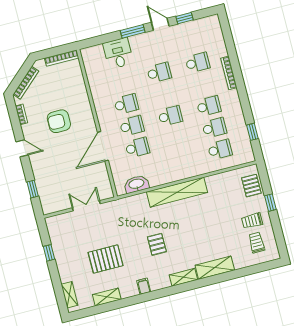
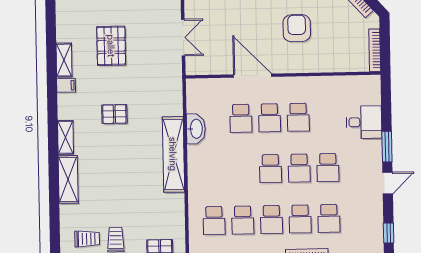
window: (184, 18) -> (389, 233), moved
school desk: (203, 84) -> (300, 219), added
school desk: (165, 94) -> (299, 168), added
washbasin: (136, 184) -> (196, 129), moved
shelving: (107, 297) -> (64, 60), moved

